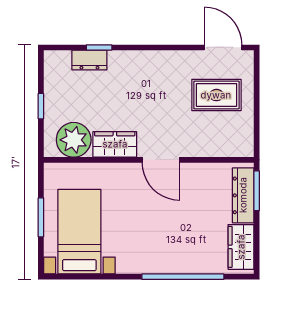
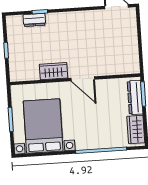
rug: (216, 95) -> (114, 36), removed
plant: (74, 140) -> (28, 70), removed
bed with nightstands: (79, 232) -> (43, 126), width x1.36

